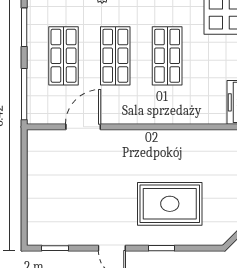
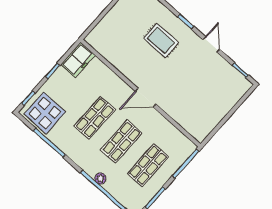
door: (83, 127) -> (146, 98), moved
rug: (170, 204) -> (161, 40), width x0.73, depth x0.70

